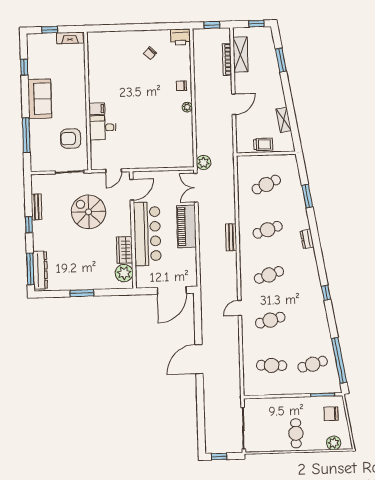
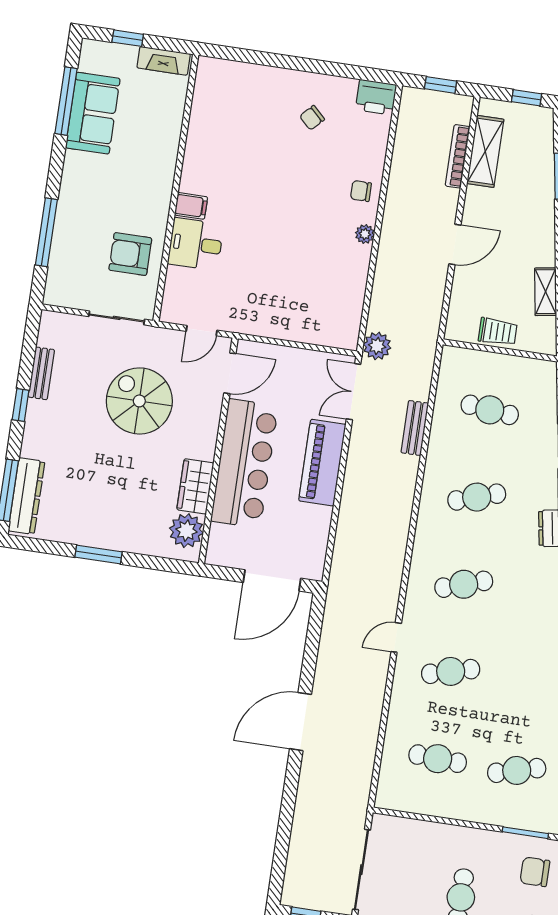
window: (24, 67) -> (66, 101), width x2.17
sofa: (40, 99) -> (93, 113), moved
cafe table: (266, 185) -> (490, 410), turned 30
bench: (231, 237) -> (415, 428), moved

